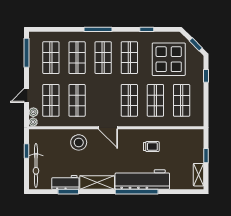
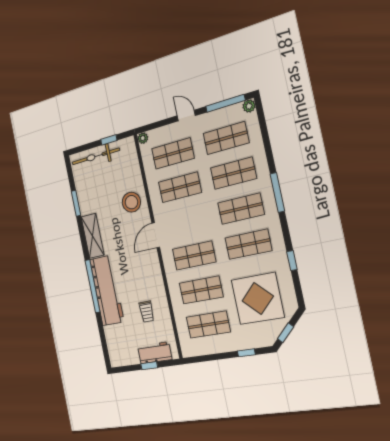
door: (26, 95) -> (186, 116), moved
plant: (33, 112) -> (249, 106), moved
trolley: (151, 147) -> (147, 312), moved
shelving: (199, 175) -> (126, 359), removed
workbench: (65, 182) -> (155, 353), moved, turned -90

